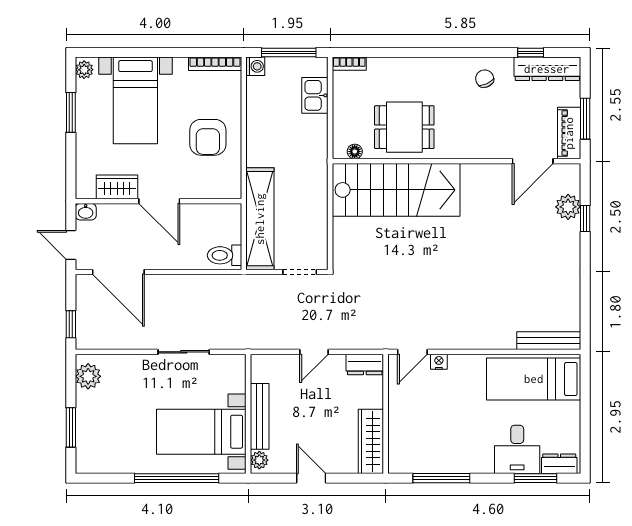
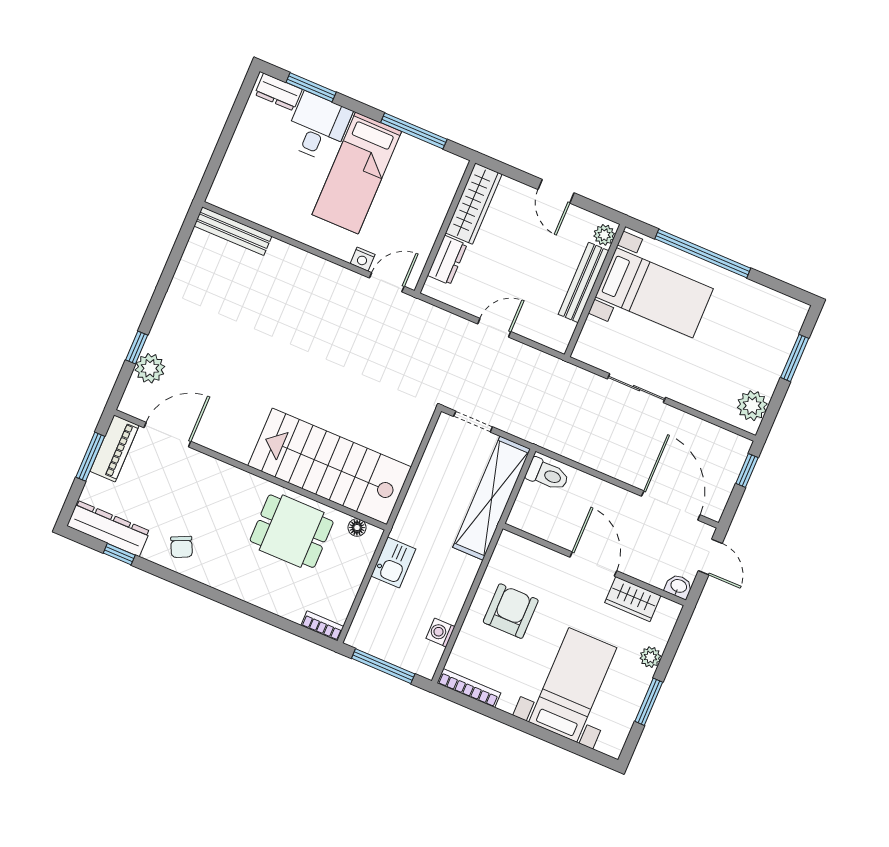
washing machine: (255, 66) -> (440, 633), moved
plant: (84, 70) -> (650, 657), moved
kitchen sink: (315, 95) -> (393, 563), moved
dresser: (365, 364) -> (447, 260), moved, turned 90
bed: (534, 379) -> (357, 173), moved, turned 90

